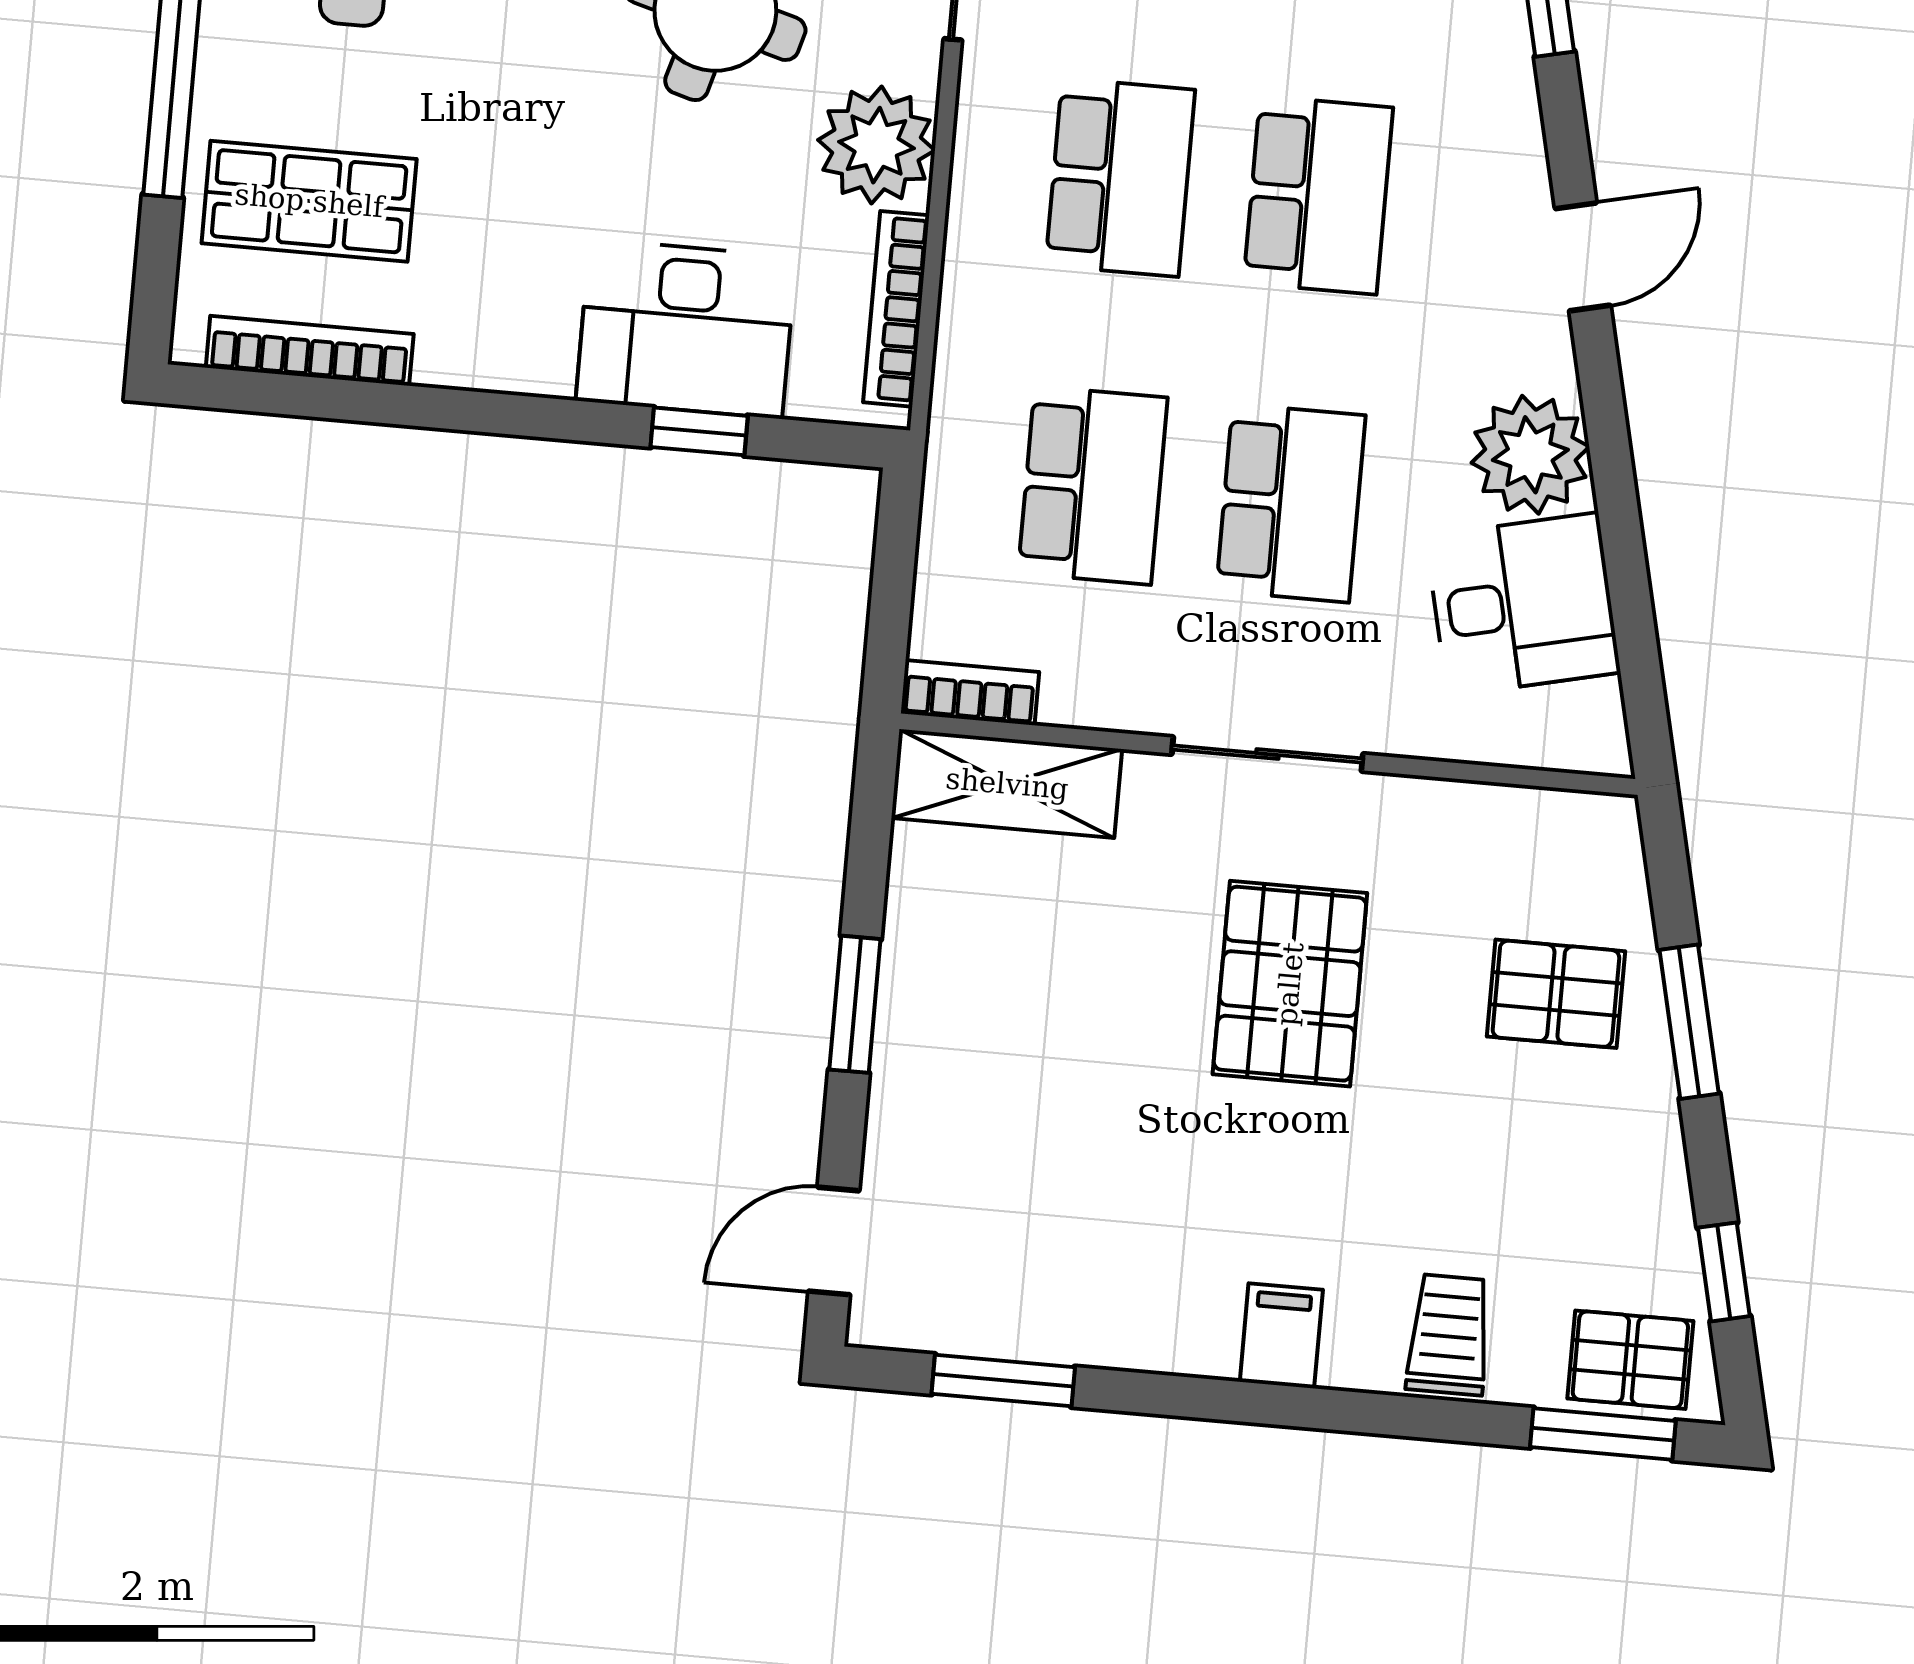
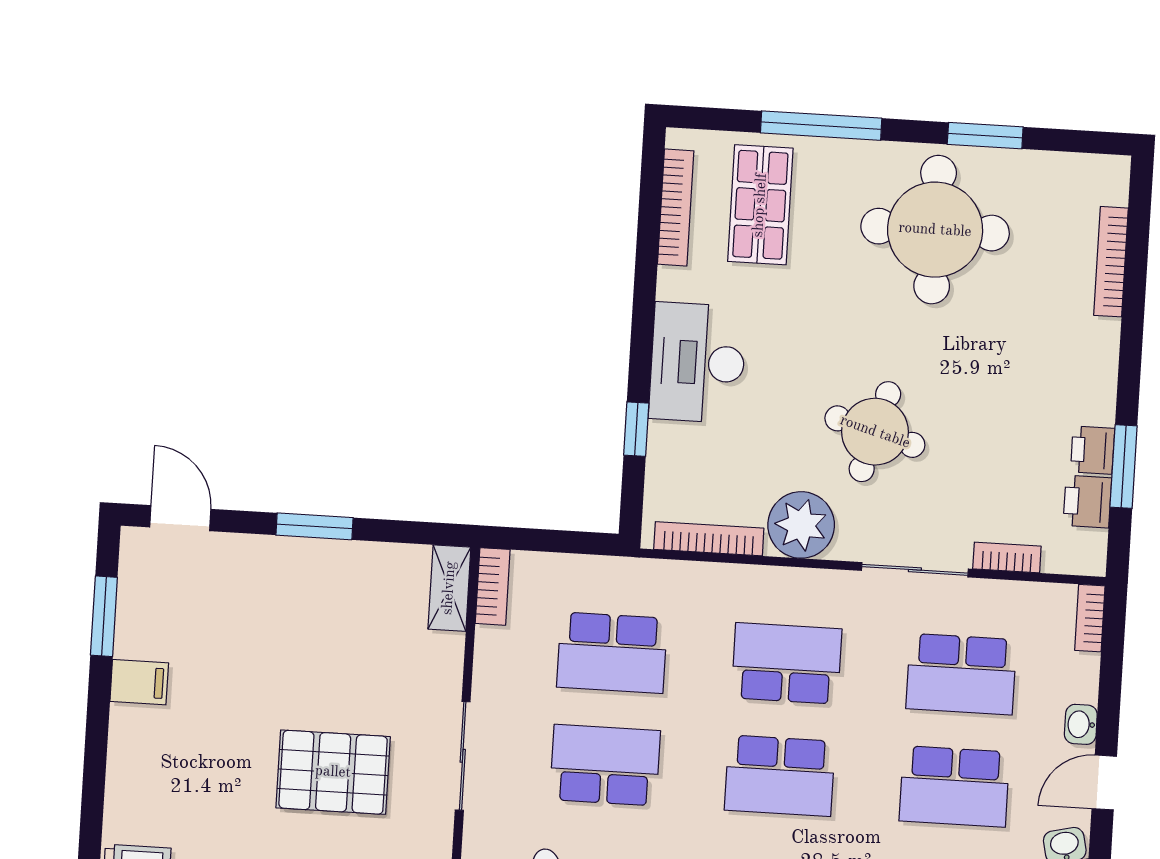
school desk: (1120, 177) -> (787, 663), turned 180
desk: (686, 329) -> (698, 363), moved
school desk: (1291, 503) -> (605, 765), turned 180
shelving: (1007, 784) -> (449, 588), width x0.67, depth x0.75
filing cabinet: (1281, 1336) -> (139, 682), moved

